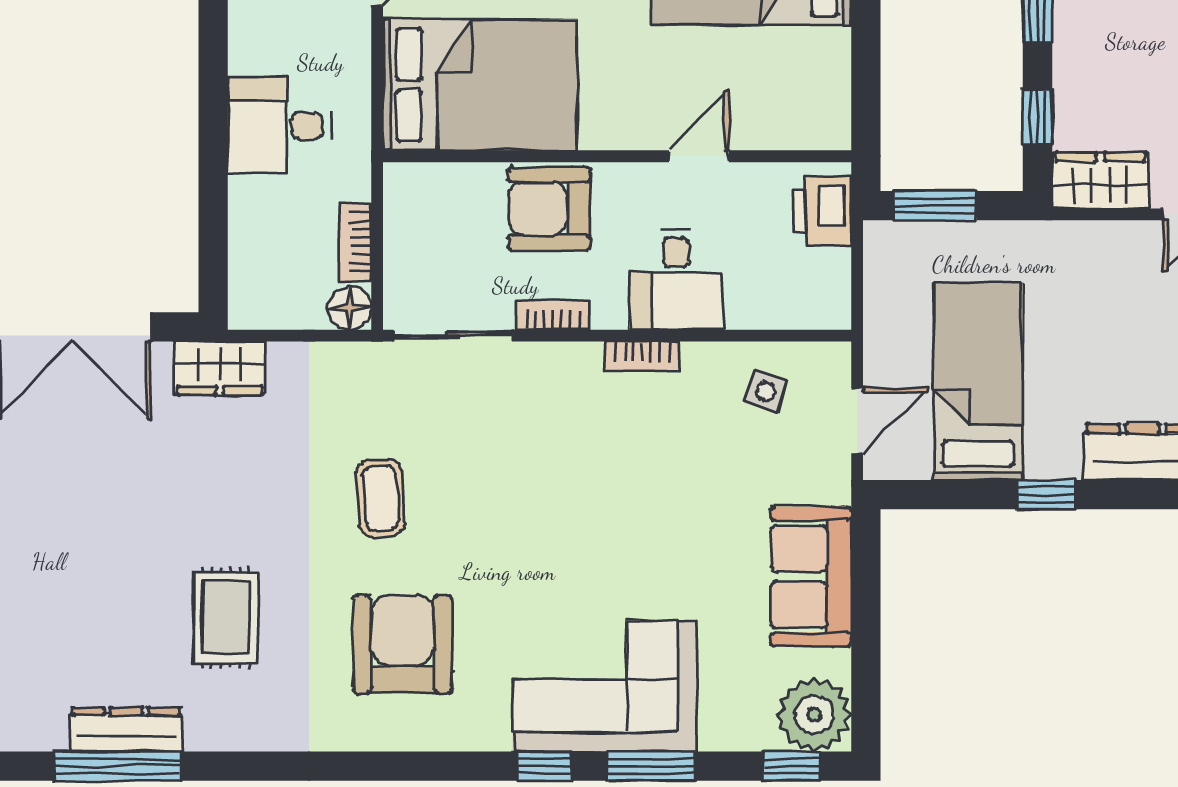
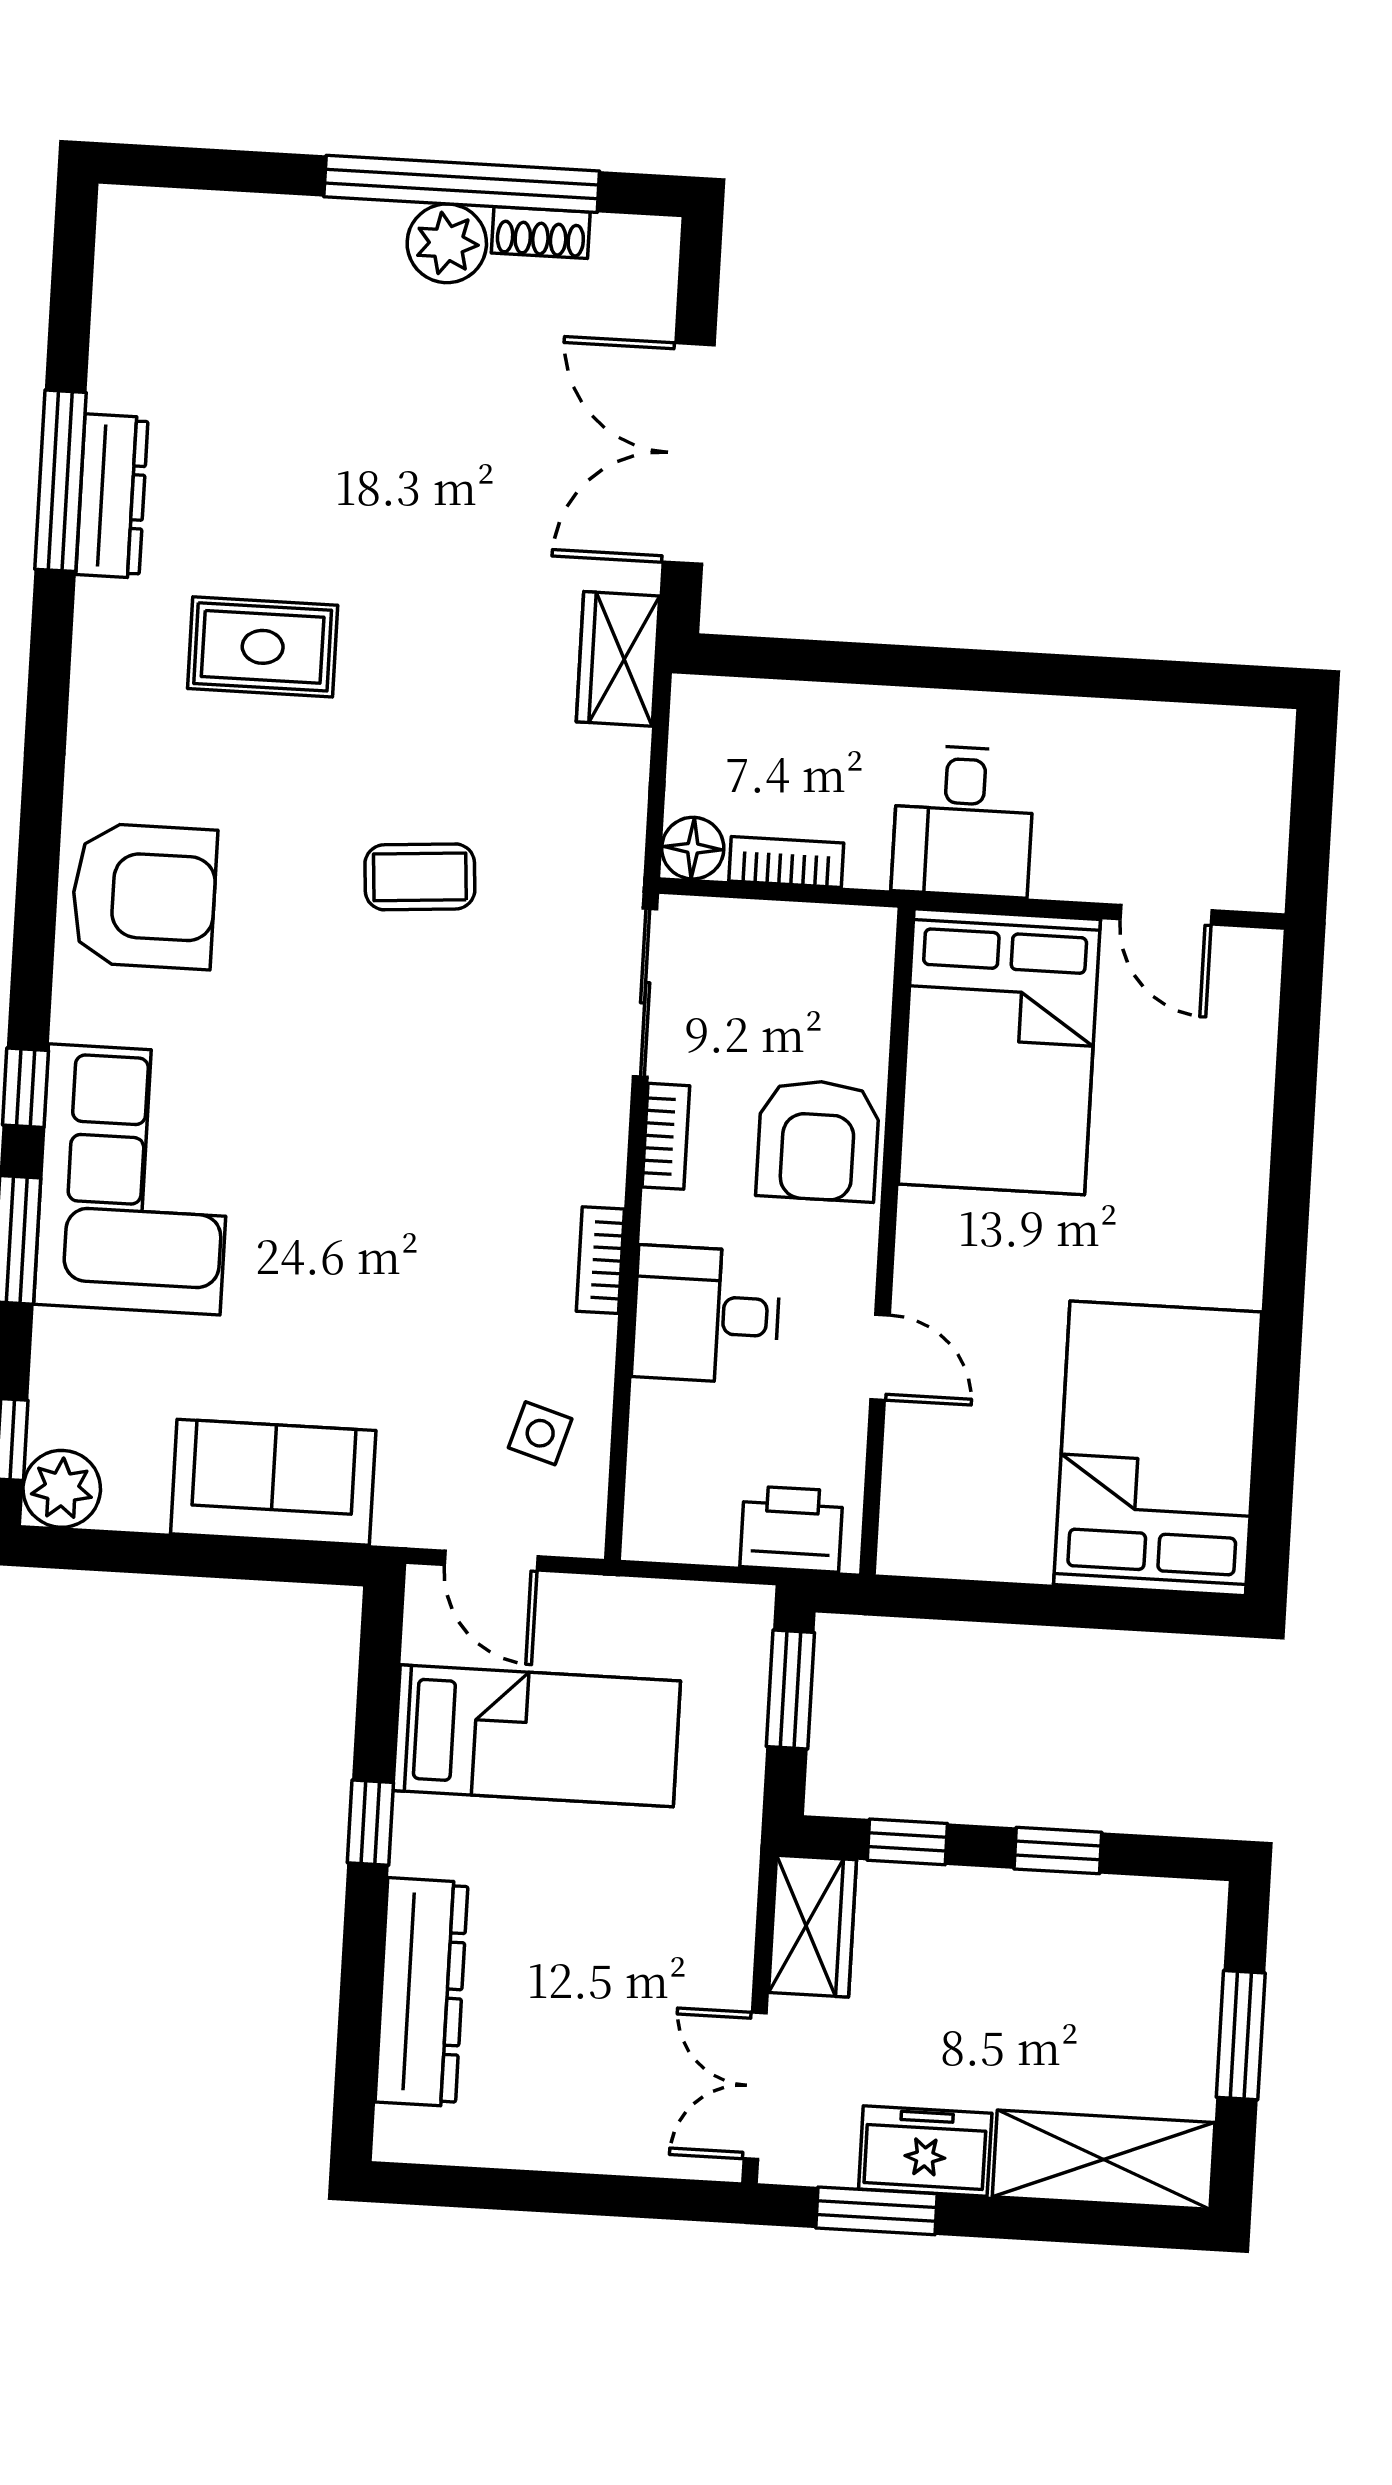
desk: (279, 126) -> (963, 821), moved, turned 180
armchair: (549, 209) -> (818, 1140), turned 180
armchair: (403, 644) -> (144, 896), moved
plant: (814, 715) -> (62, 1489), width x0.73, depth x0.73

